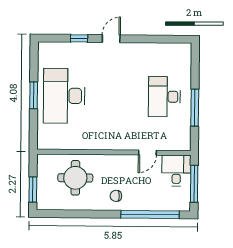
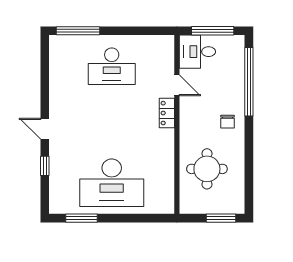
window: (34, 95) -> (82, 218), moved
window: (195, 108) -> (78, 31), moved
locker: (124, 144) -> (167, 113), added

